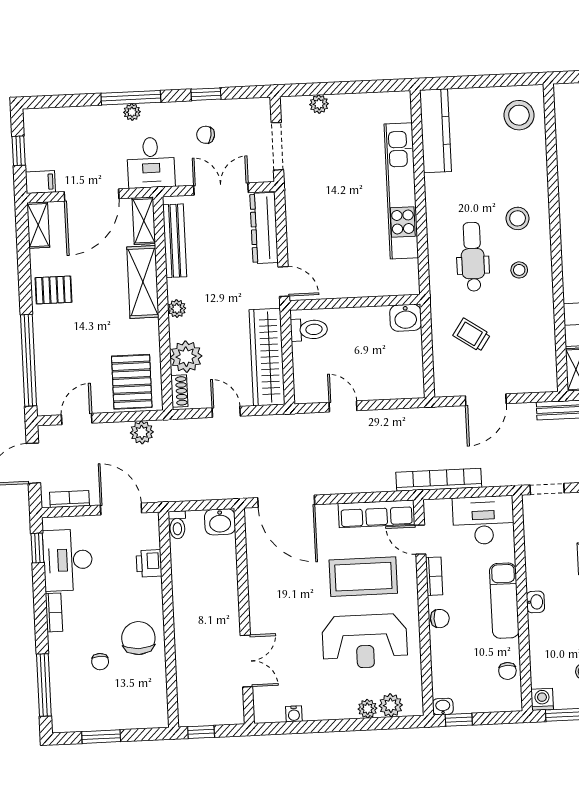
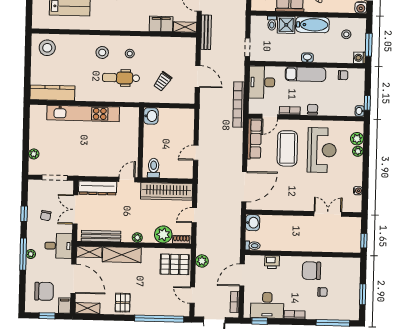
chair: (64, 142) -> (44, 291), added

